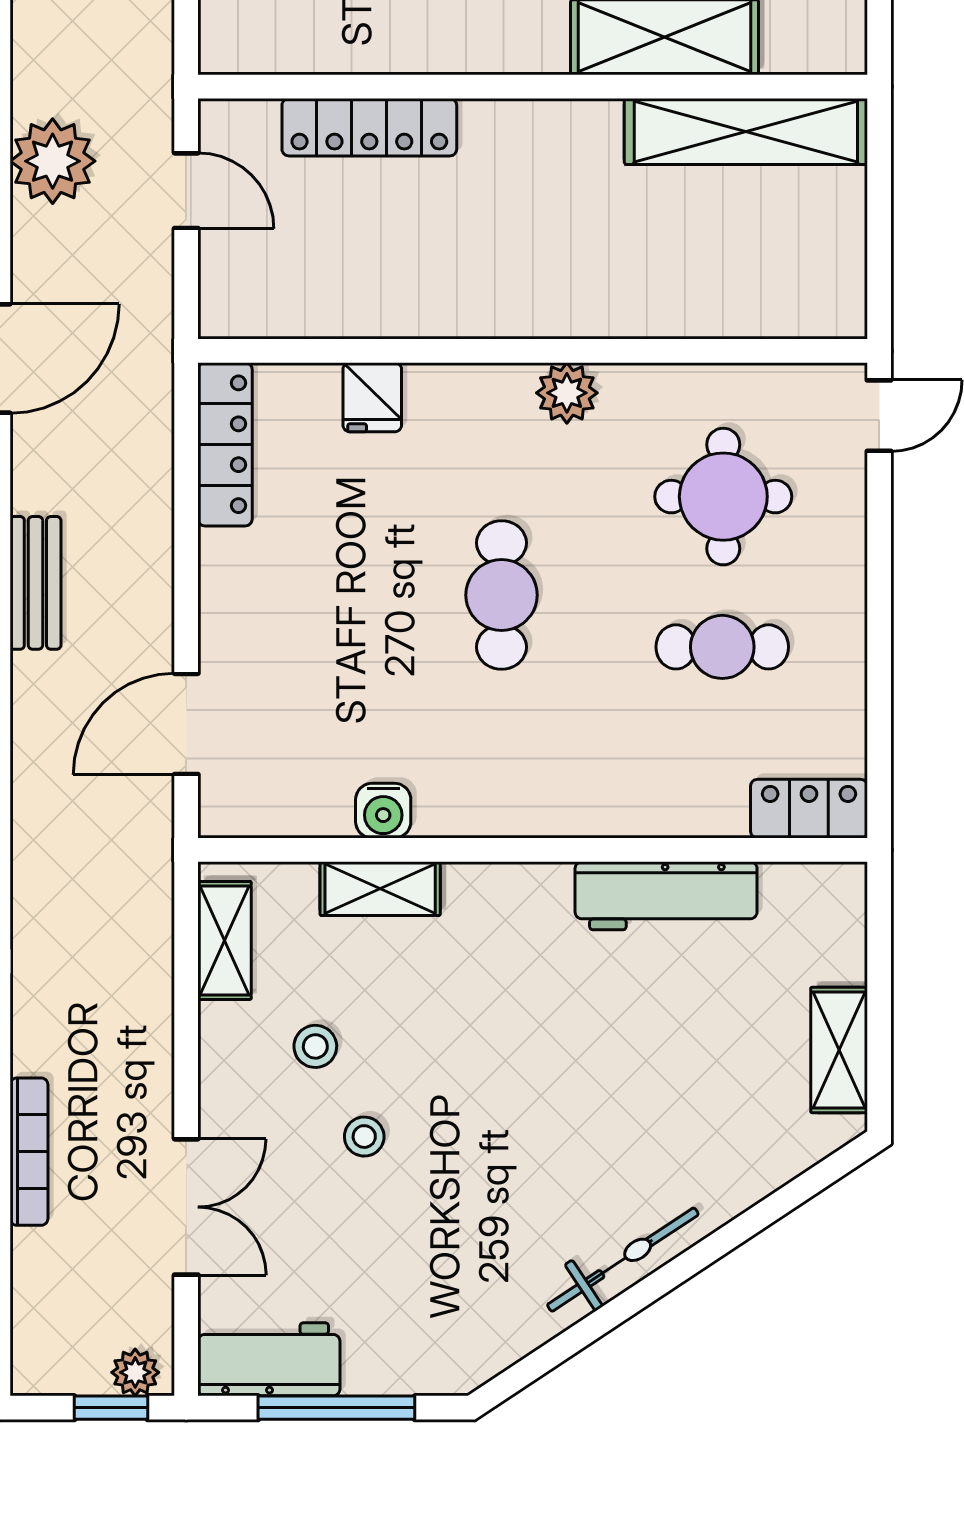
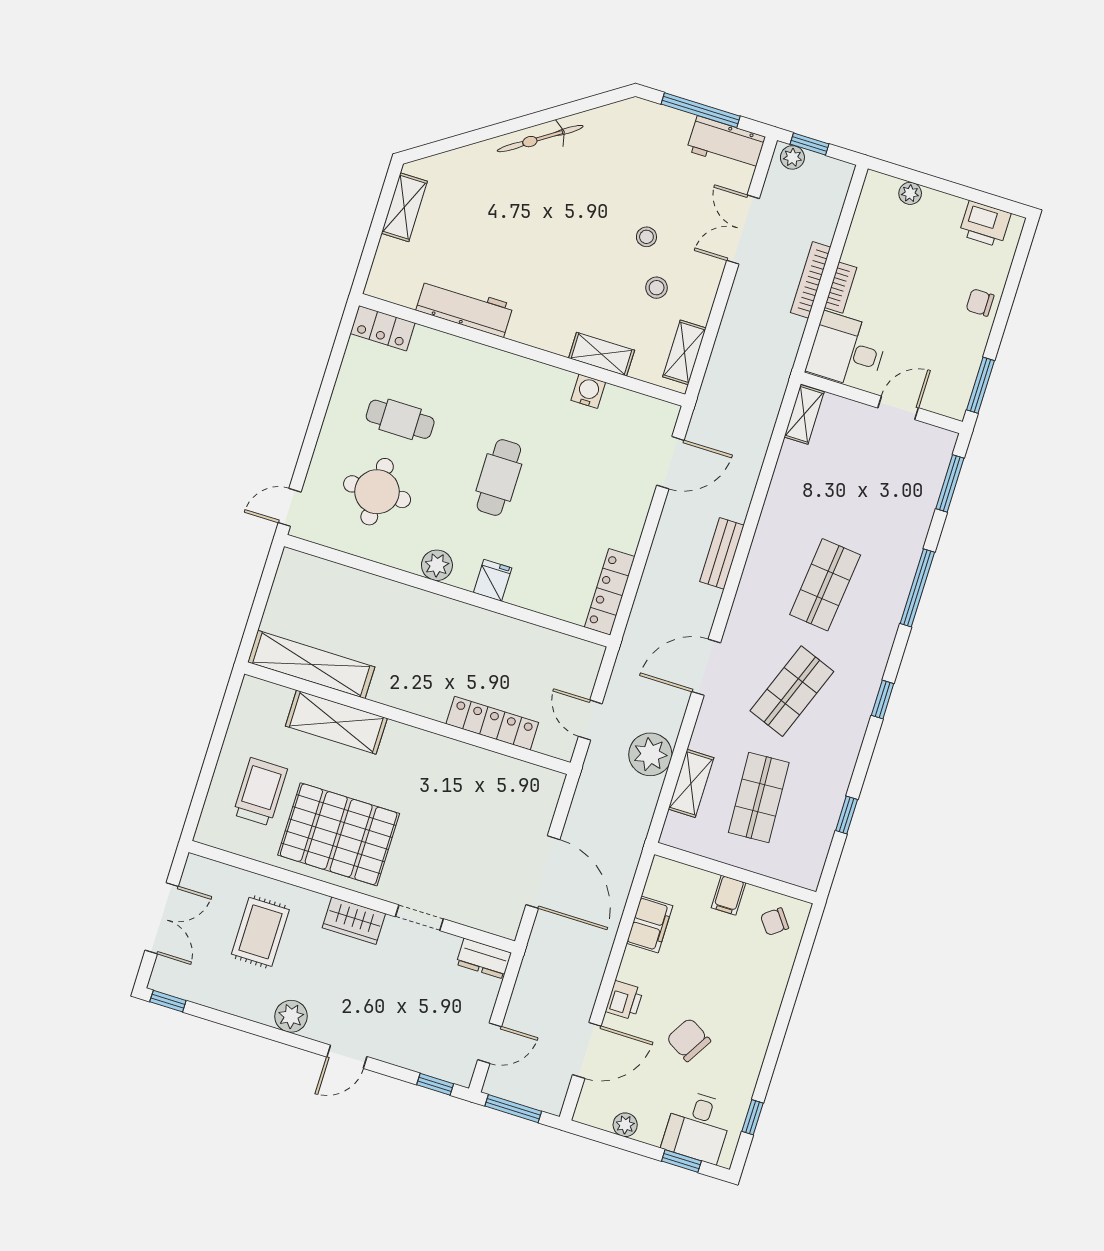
fridge: (372, 397) -> (493, 580), moved

